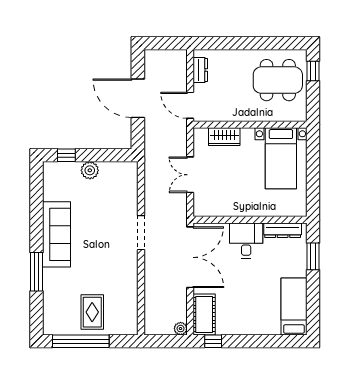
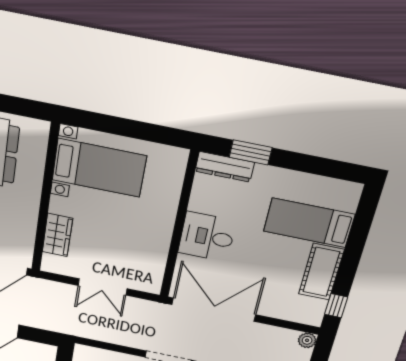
dresser: (283, 230) -> (225, 167), moved, turned 90
bed: (294, 306) -> (309, 223), moved
cot: (204, 314) -> (321, 272), moved, turned 90

